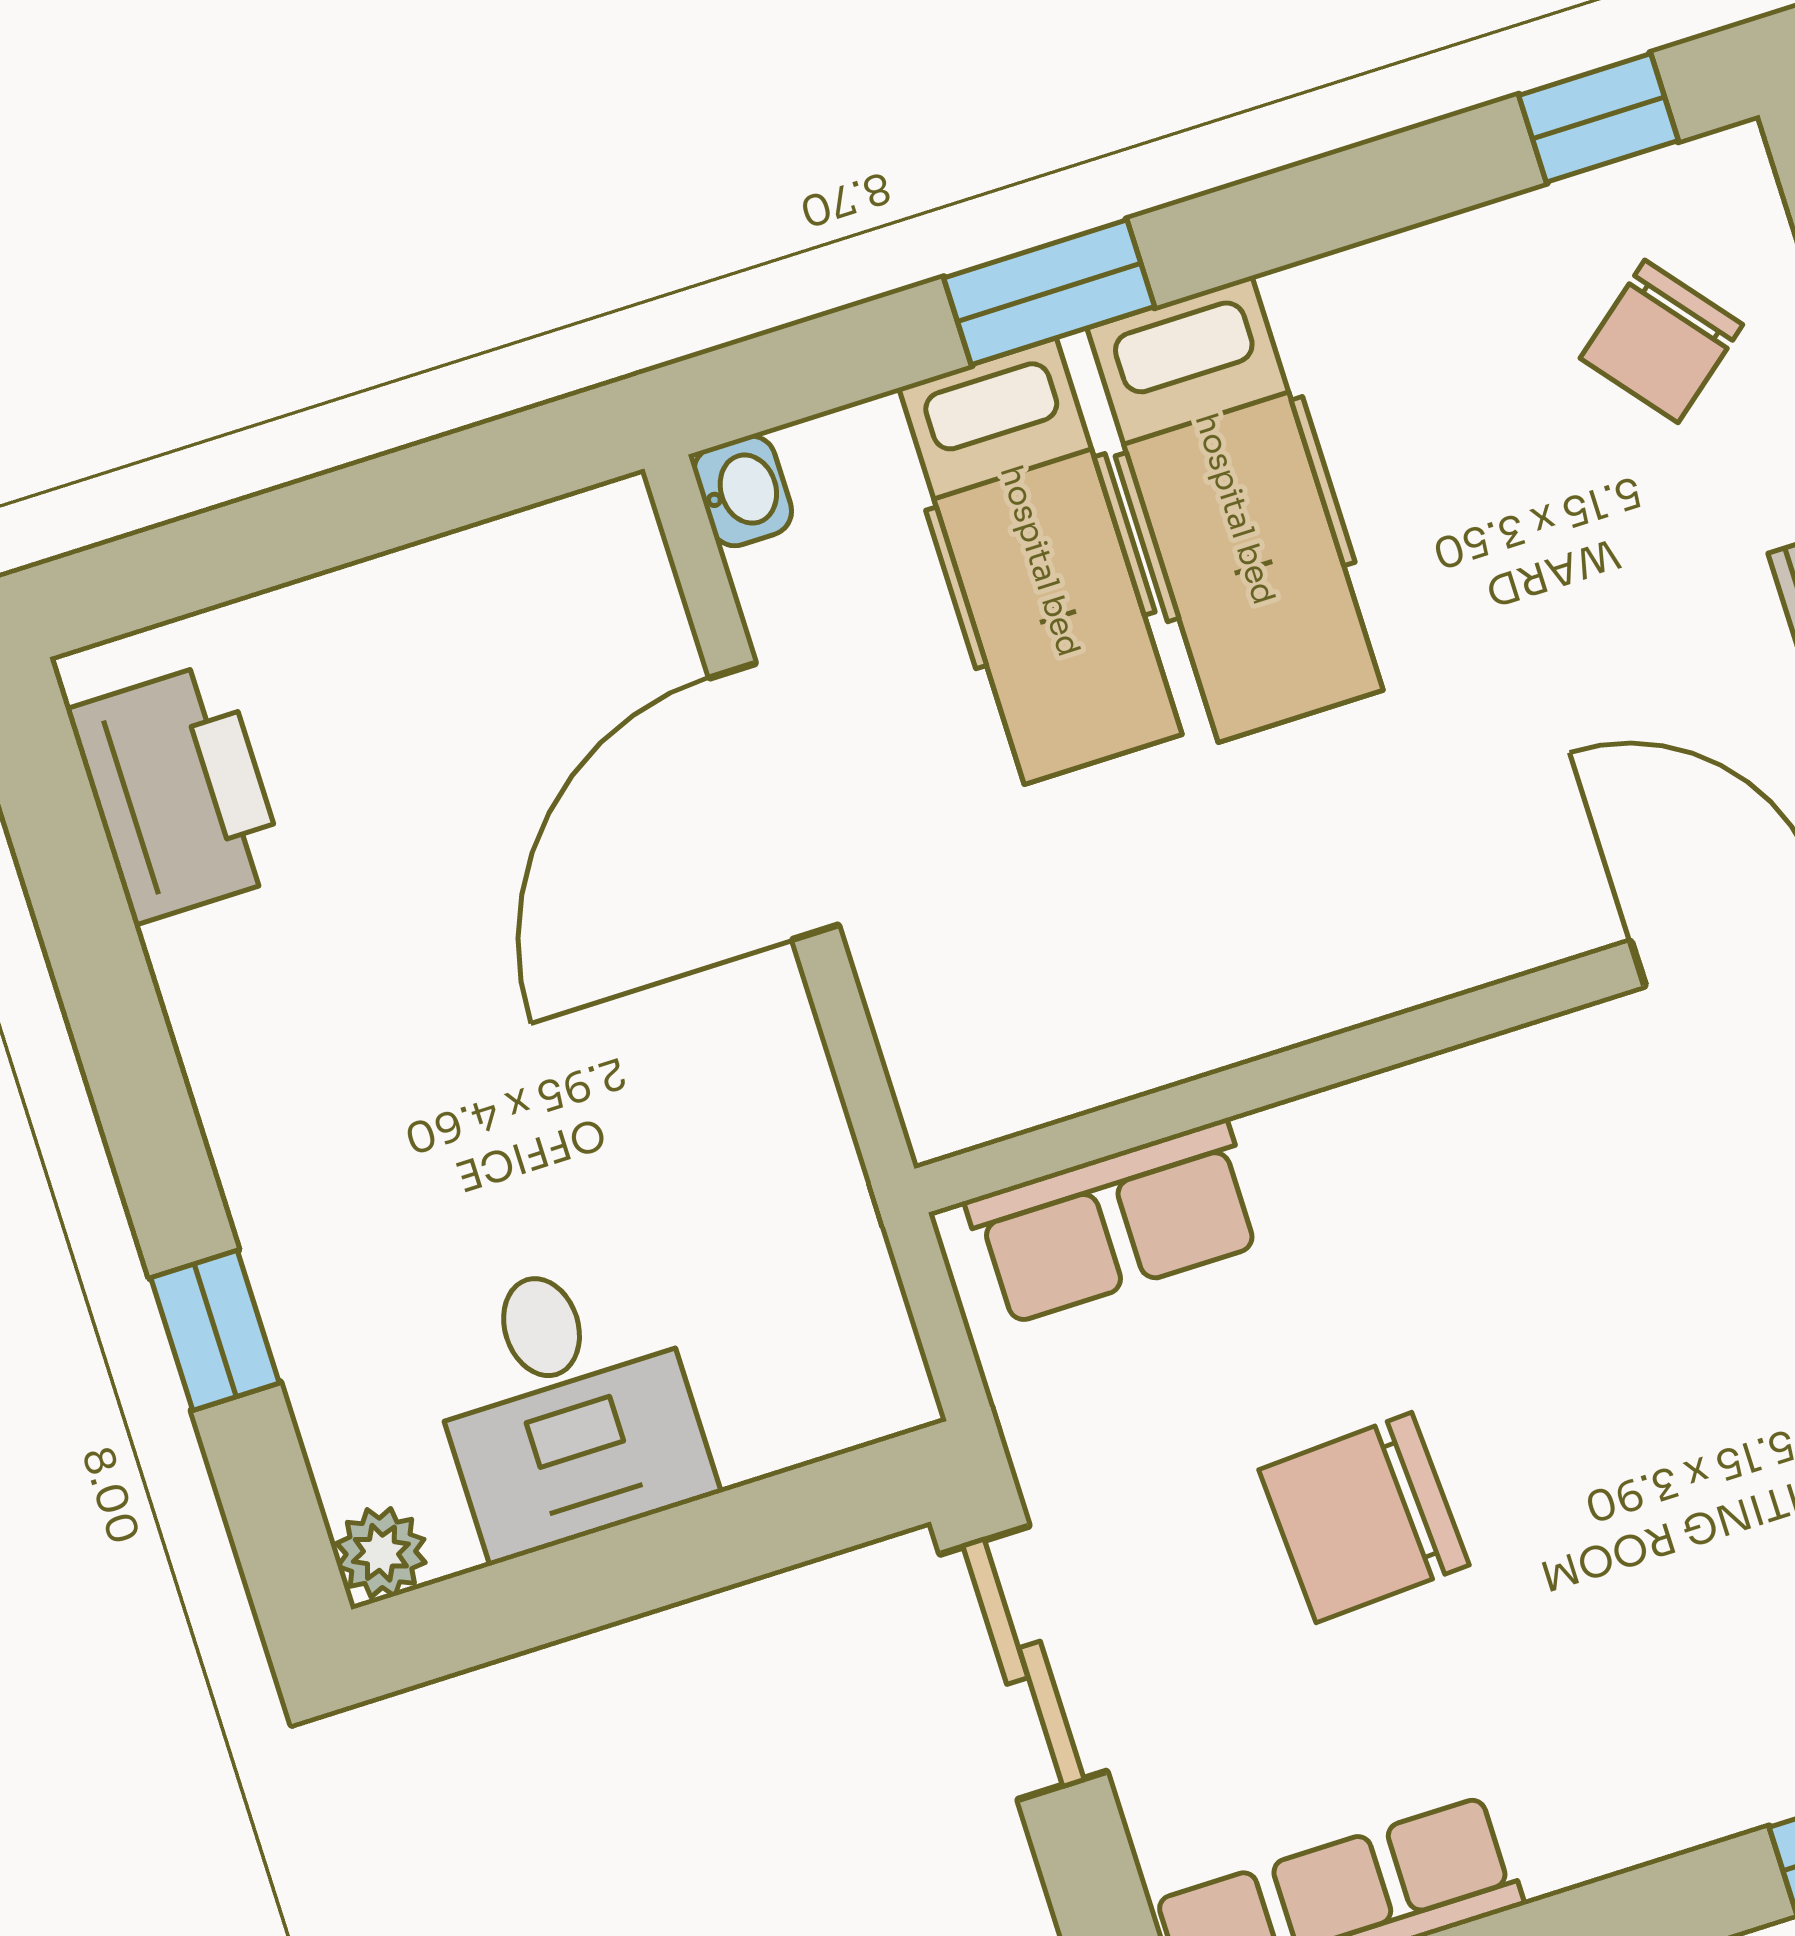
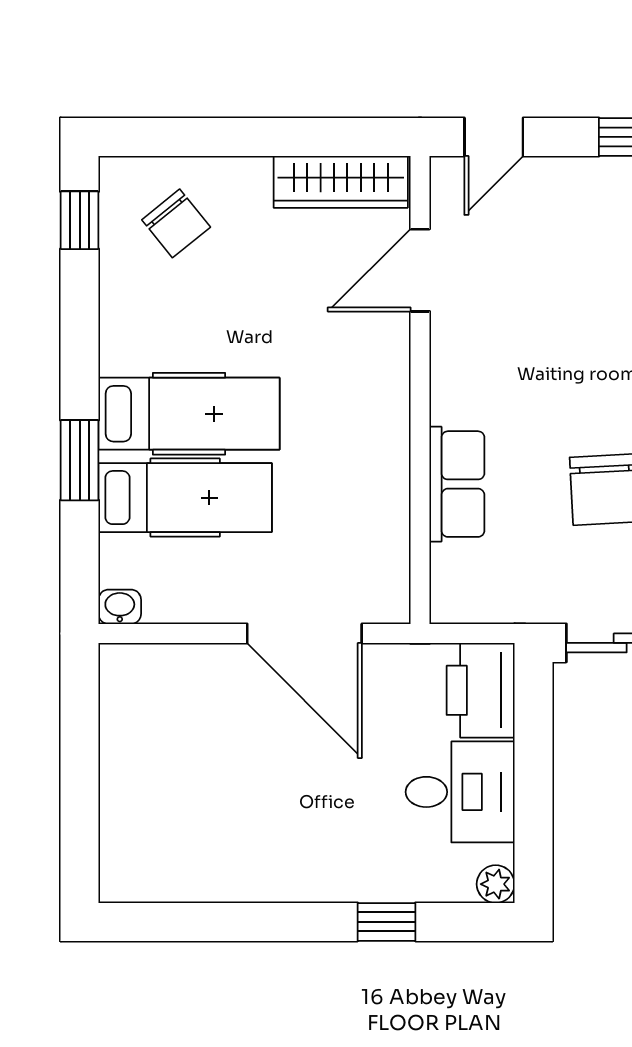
printer: (178, 793) -> (481, 690), moved, turned -90
door: (774, 801) -> (304, 633), moved
row of seats: (1115, 1222) -> (457, 484), moved

